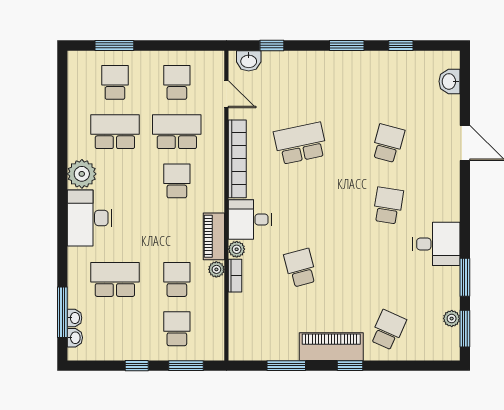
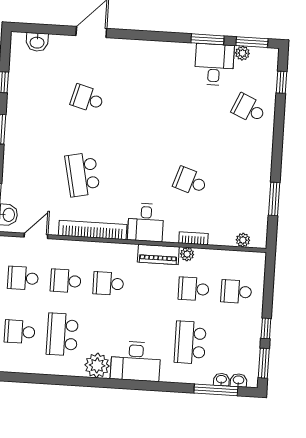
school desk: (177, 132) -> (66, 281), width x0.54
school desk: (388, 206) -> (141, 102), removed
desk: (436, 244) -> (214, 65), moved
plant: (237, 249) -> (243, 240), moved
school desk: (300, 268) -> (190, 181), turned 33
piano: (331, 347) -> (260, 159), removed
window: (186, 366) -> (264, 363), moved
window: (350, 366) -> (281, 82), moved

